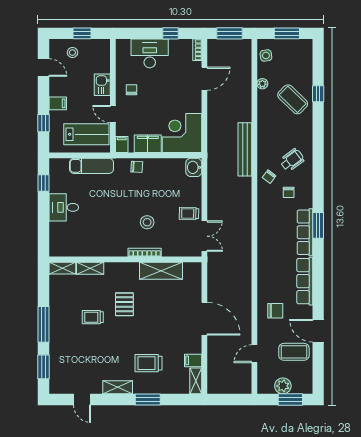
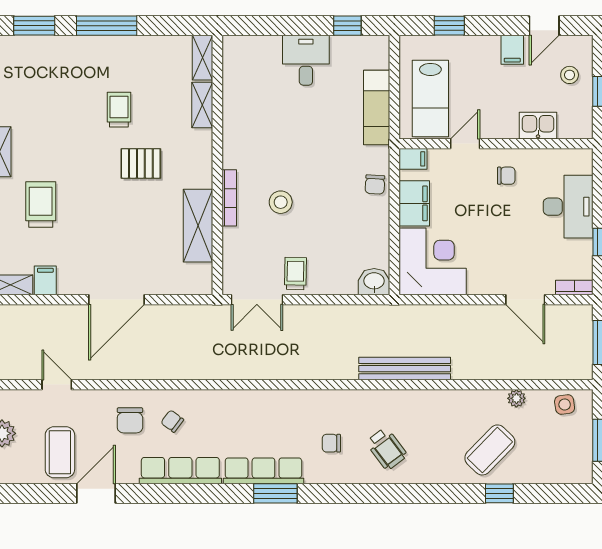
kitchen sink: (102, 85) -> (538, 126), moved
filing cabinet: (58, 103) -> (512, 50), moved
chair: (269, 177) -> (172, 421), moved

